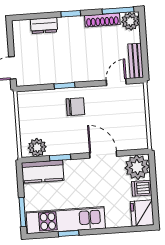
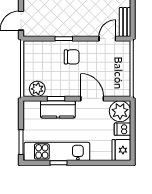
kitchen counter: (43, 172) -> (58, 109), moved

